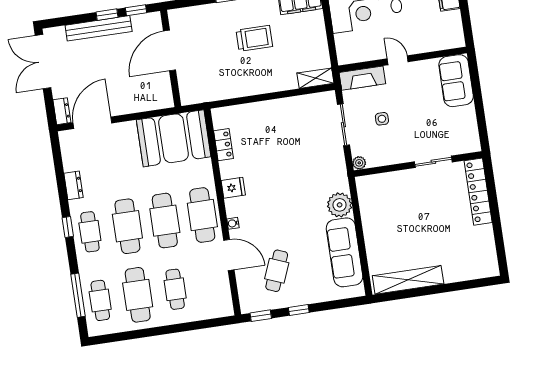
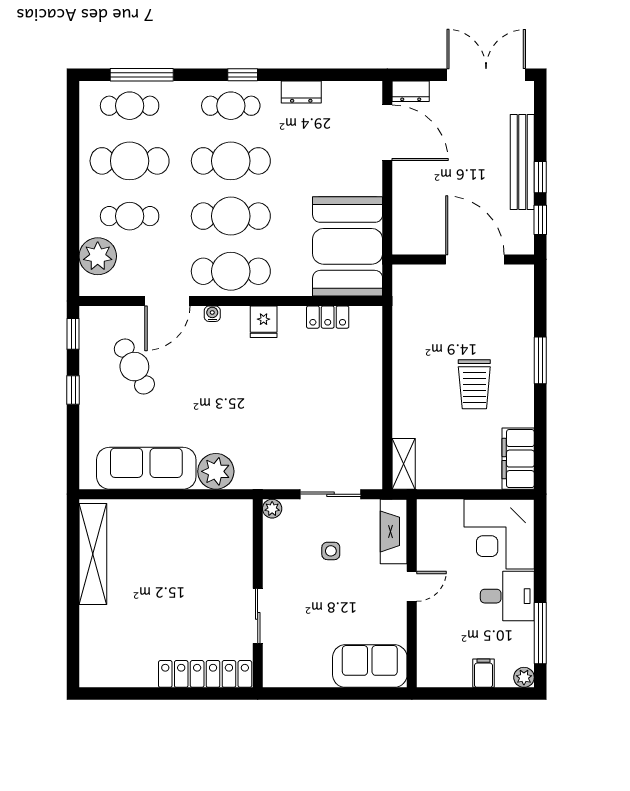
cafe table: (277, 271) -> (134, 367), turned 39
plant: (206, 307) -> (98, 256), added

